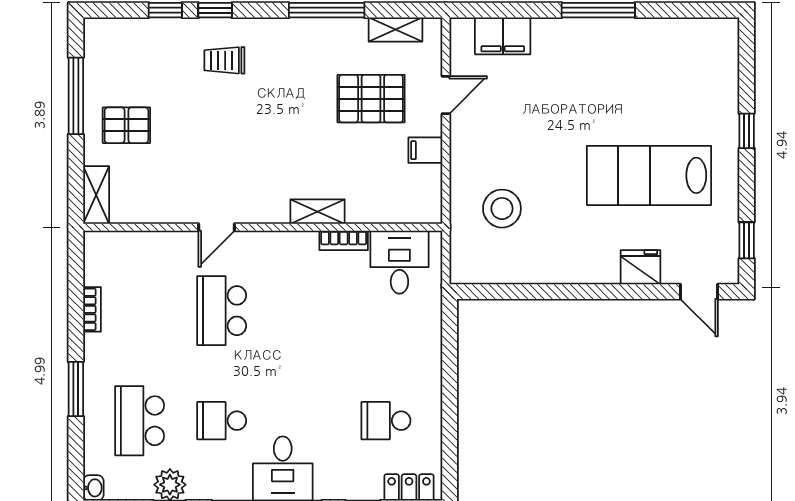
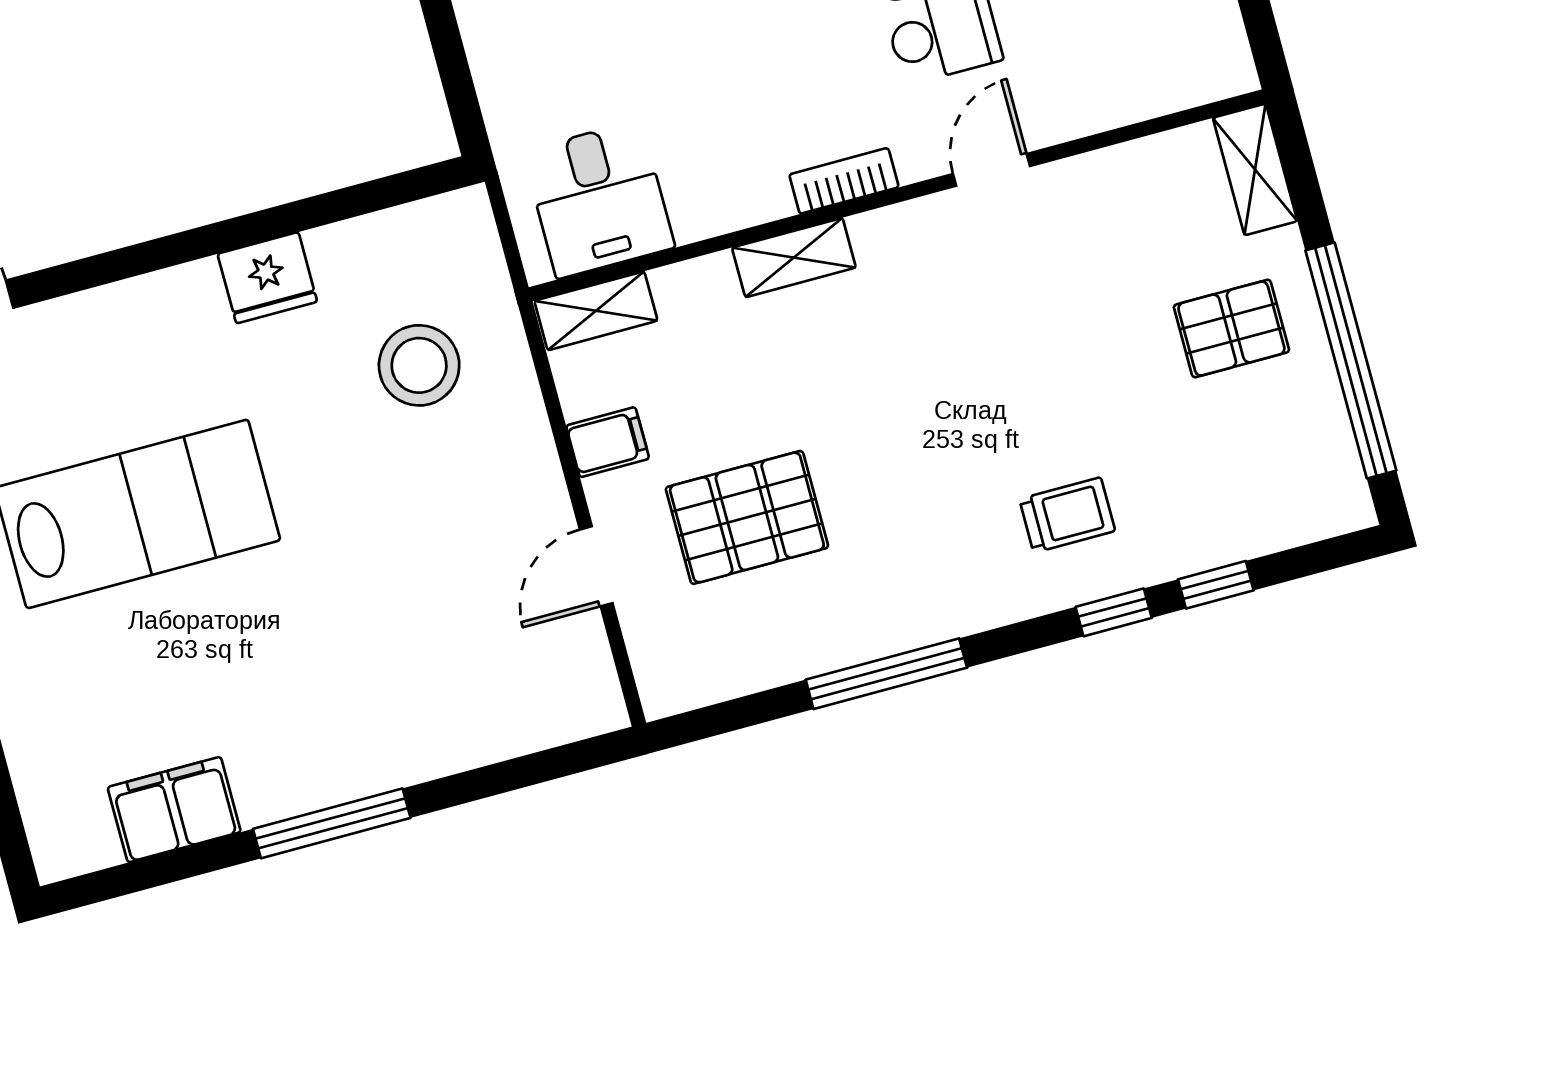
shelving: (396, 29) -> (596, 311), moved
filing cabinet: (503, 36) -> (174, 810), moved
window: (76, 96) -> (1351, 361), width x1.46
bookcase: (344, 240) -> (844, 181), moved
fridge: (641, 267) -> (267, 278), moved

